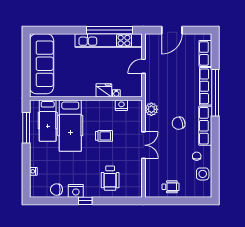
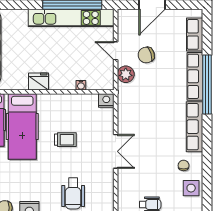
door: (143, 66) -> (116, 51), hinge flipped
fridge: (104, 90) -> (39, 81), moved
nightstand: (121, 105) -> (106, 100), moved
plant: (151, 109) -> (126, 74), moved
chair: (179, 123) -> (146, 55), moved

